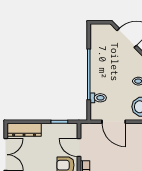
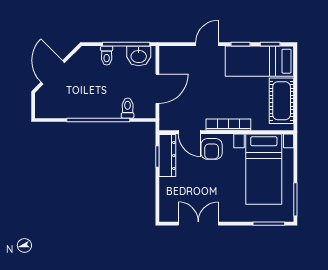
dresser: (24, 130) -> (167, 156), moved
door: (79, 148) -> (190, 132), hinge flipped

